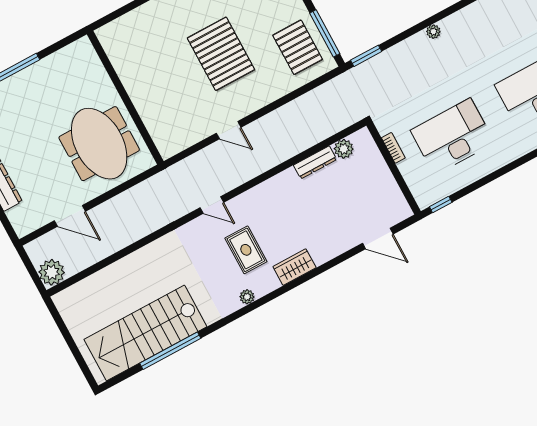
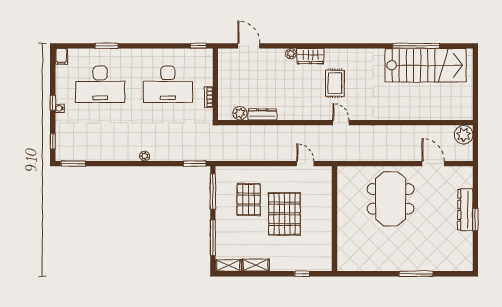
pallet: (298, 47) -> (249, 200), moved
wall: (125, 98) -> (335, 219), moved
plant: (247, 297) -> (291, 54), moved

